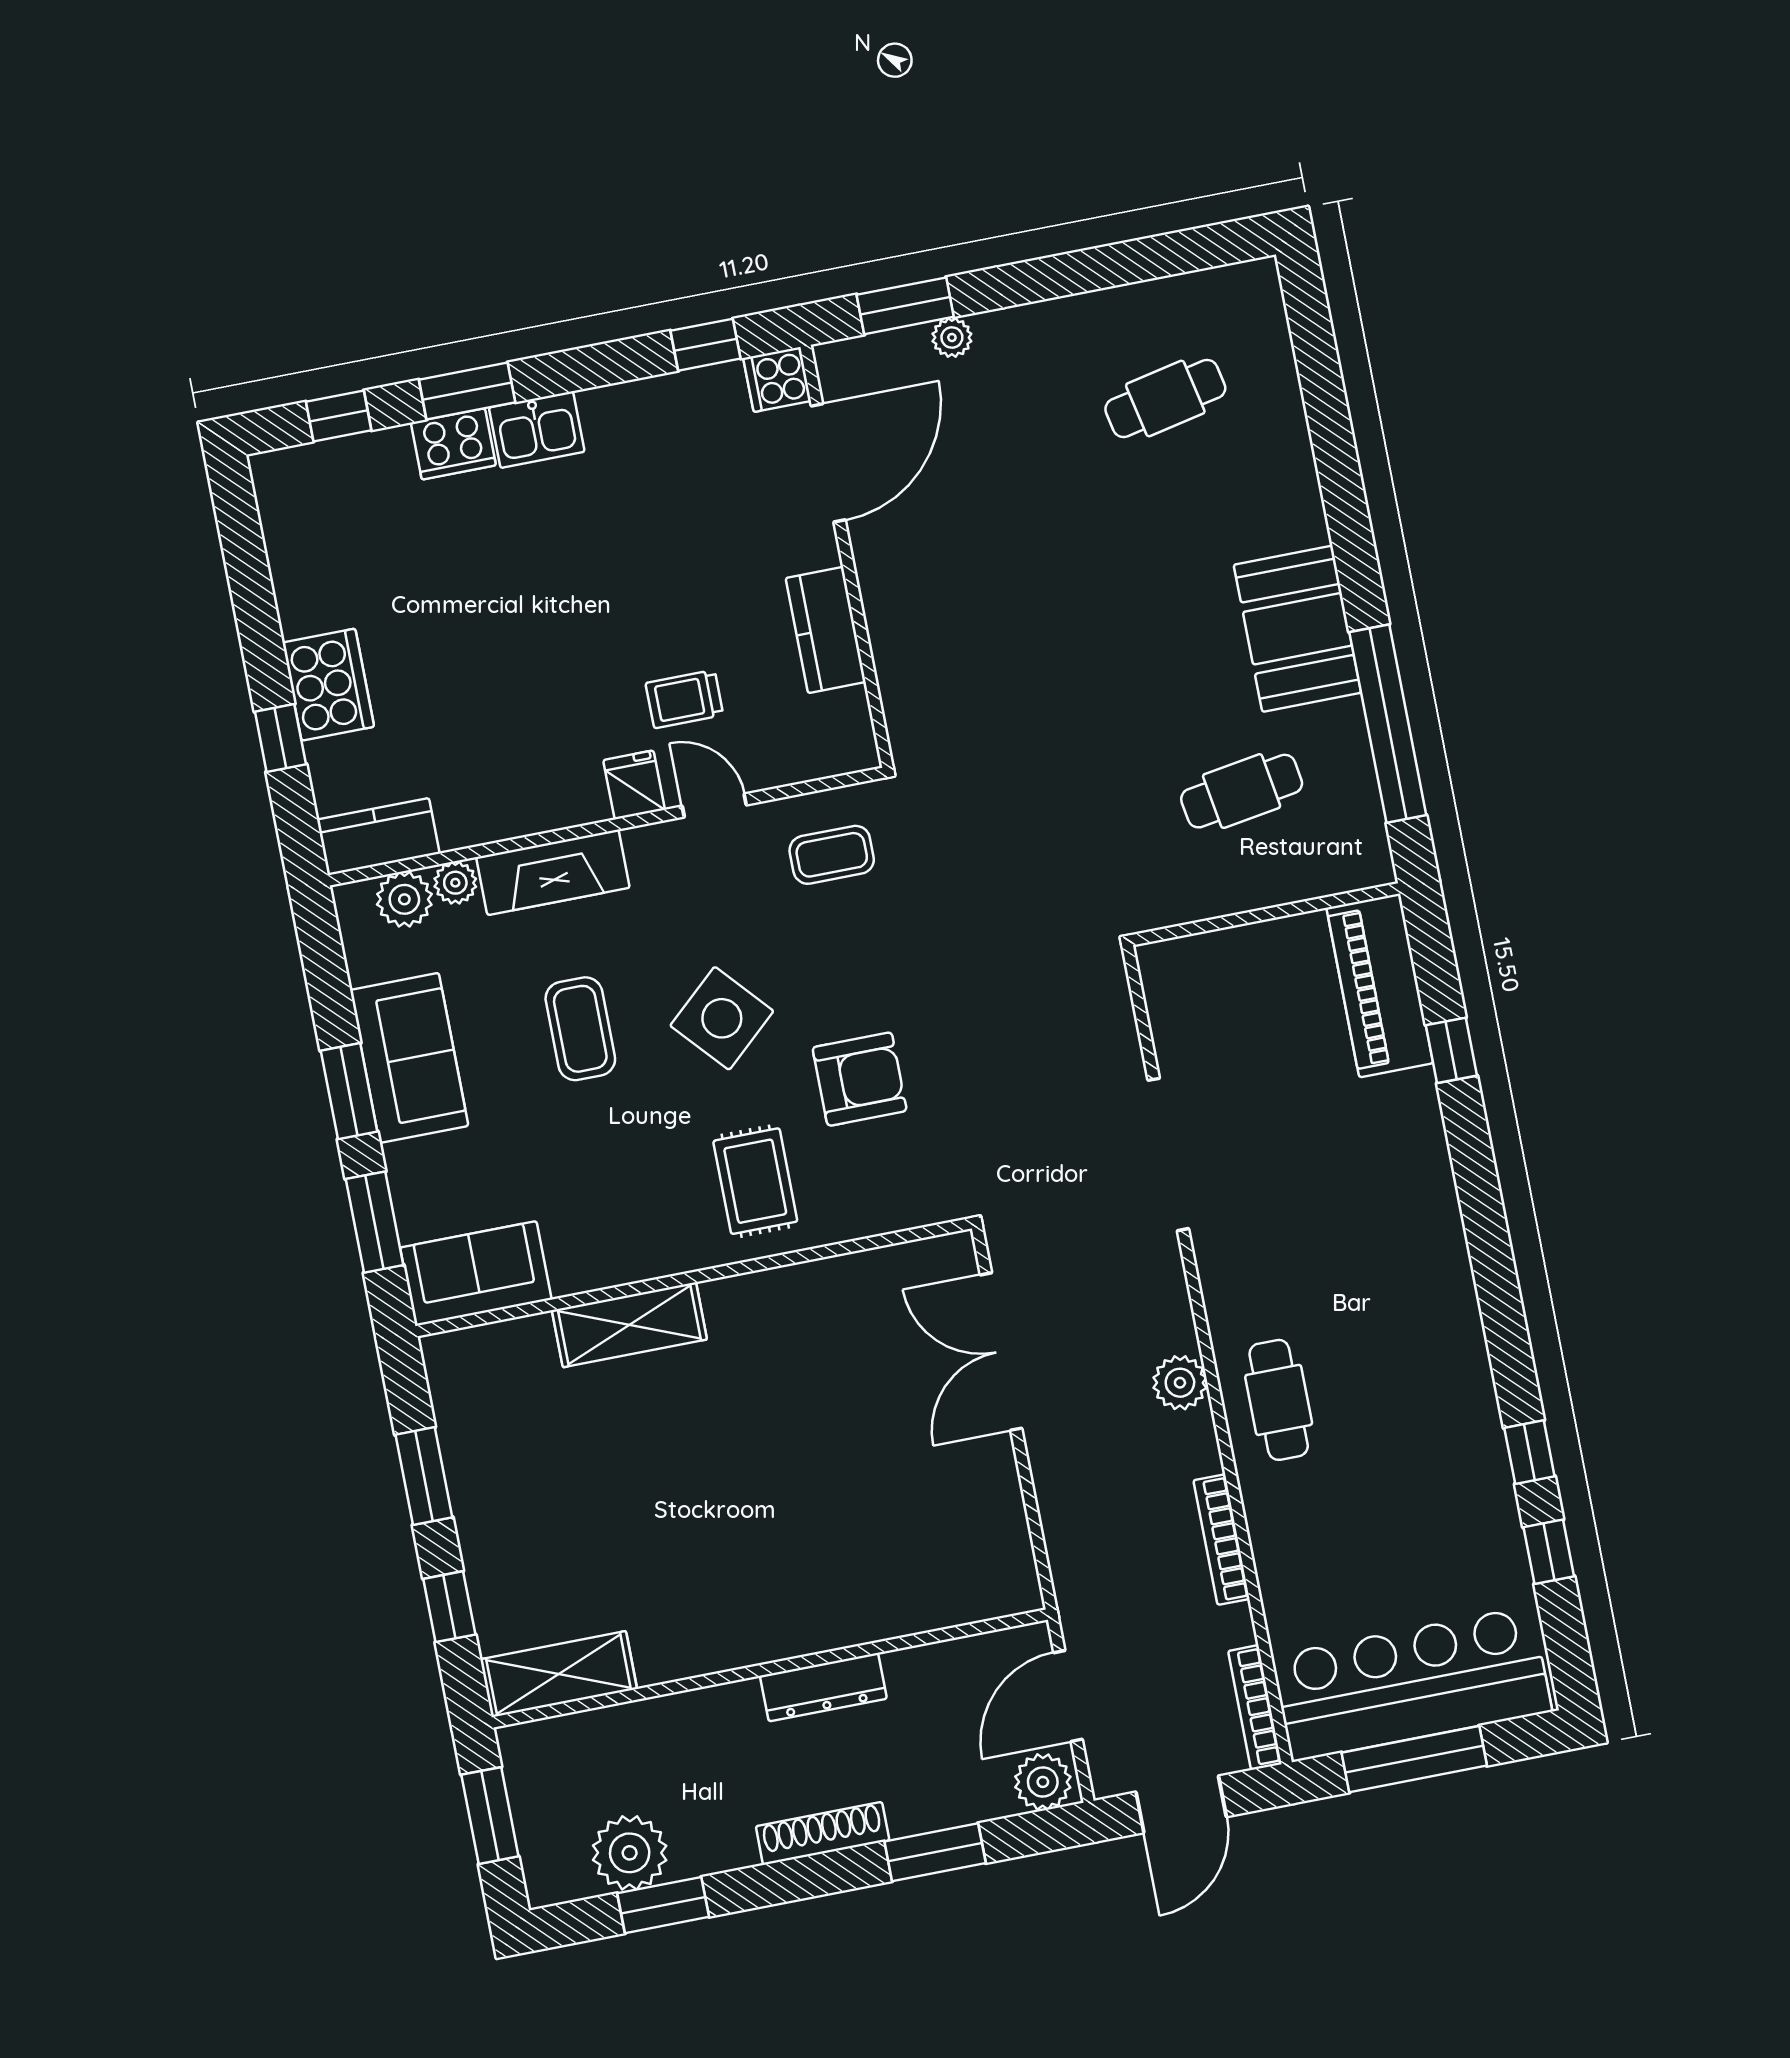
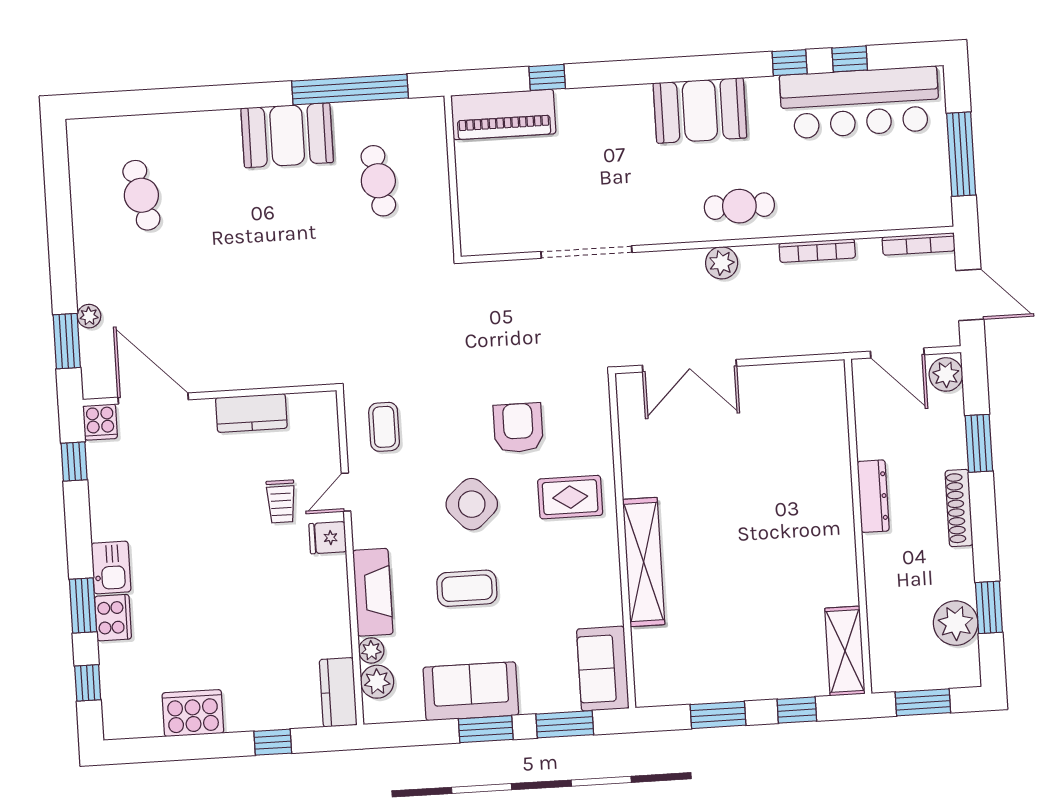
cooker: (328, 685) -> (193, 713), moved
booth: (1430, 1313) -> (700, 110), added
shelving: (629, 1325) -> (644, 562), width x1.47
bar counter: (1412, 1684) -> (860, 102), moved, turned -90

